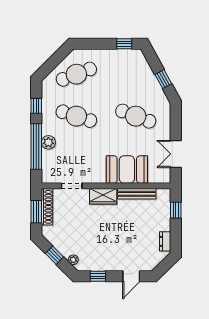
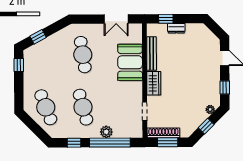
window: (163, 79) -> (38, 37), moved
cafe table: (76, 116) -> (83, 107), turned -33
cafe table: (136, 116) -> (83, 55), turned -30
dresser: (165, 241) -> (176, 28), moved

